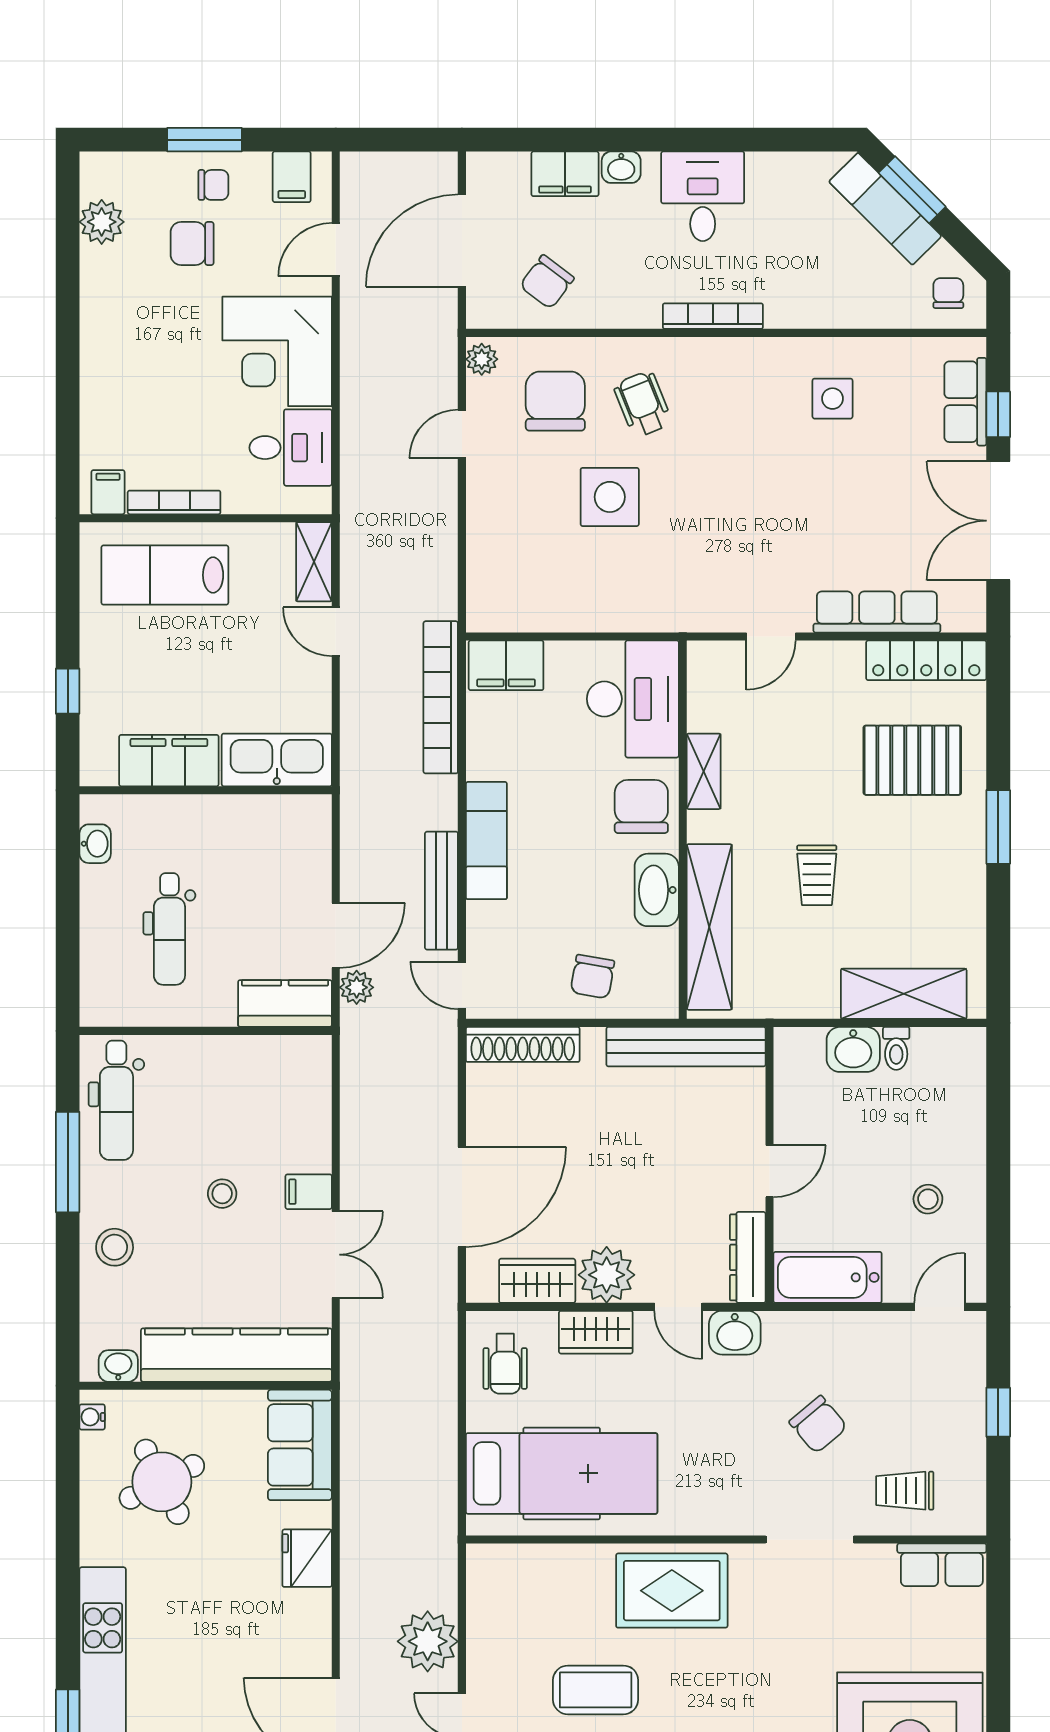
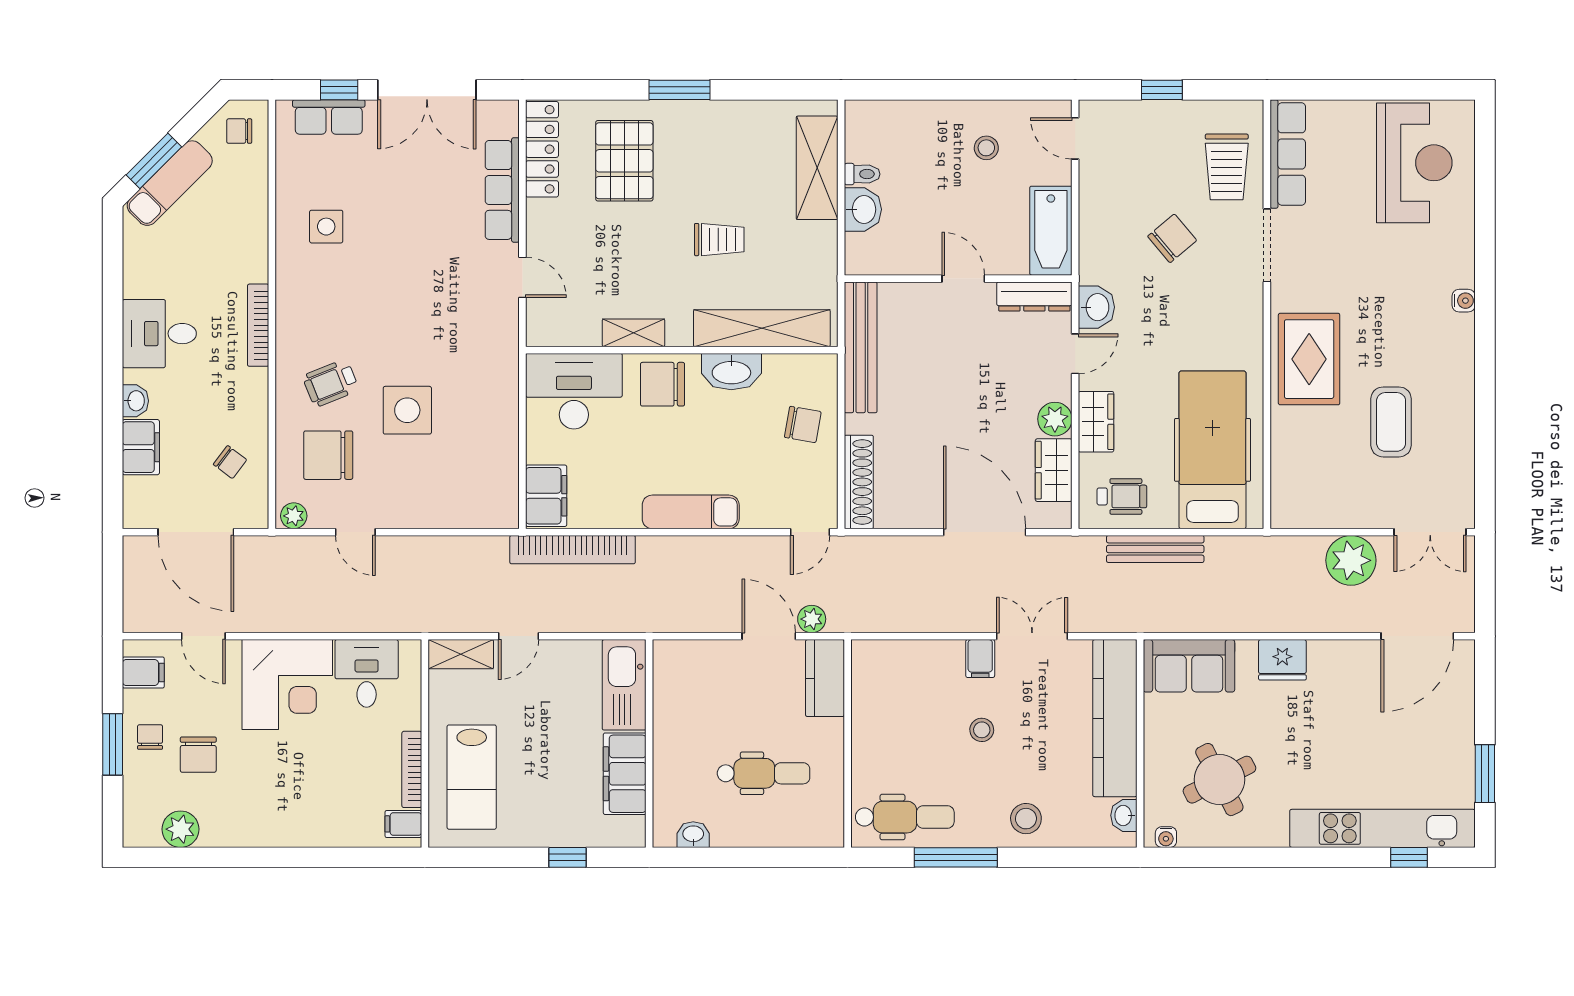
chair: (547, 282) -> (230, 462), width x0.73, depth x0.73
bench: (441, 891) -> (1155, 549), moved
plant: (607, 1275) -> (1055, 419), width x0.73, depth x0.73
trolley: (905, 1491) -> (1227, 167), width x1.36, depth x1.39
row of seats: (942, 1565) -> (1288, 154), width x1.48

